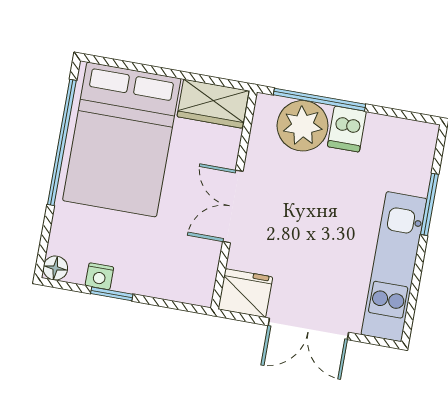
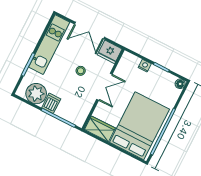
plant: (303, 126) -> (36, 94), moved
stool: (300, 227) -> (81, 71), added
nightstand: (99, 276) -> (145, 66), moved
double door: (308, 329) -> (90, 31), swing flipped

